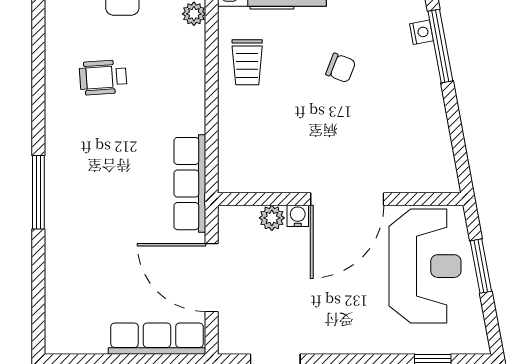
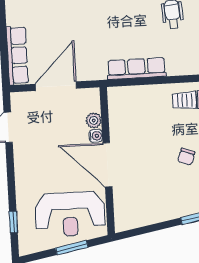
row of seats: (190, 184) -> (137, 69), moved

